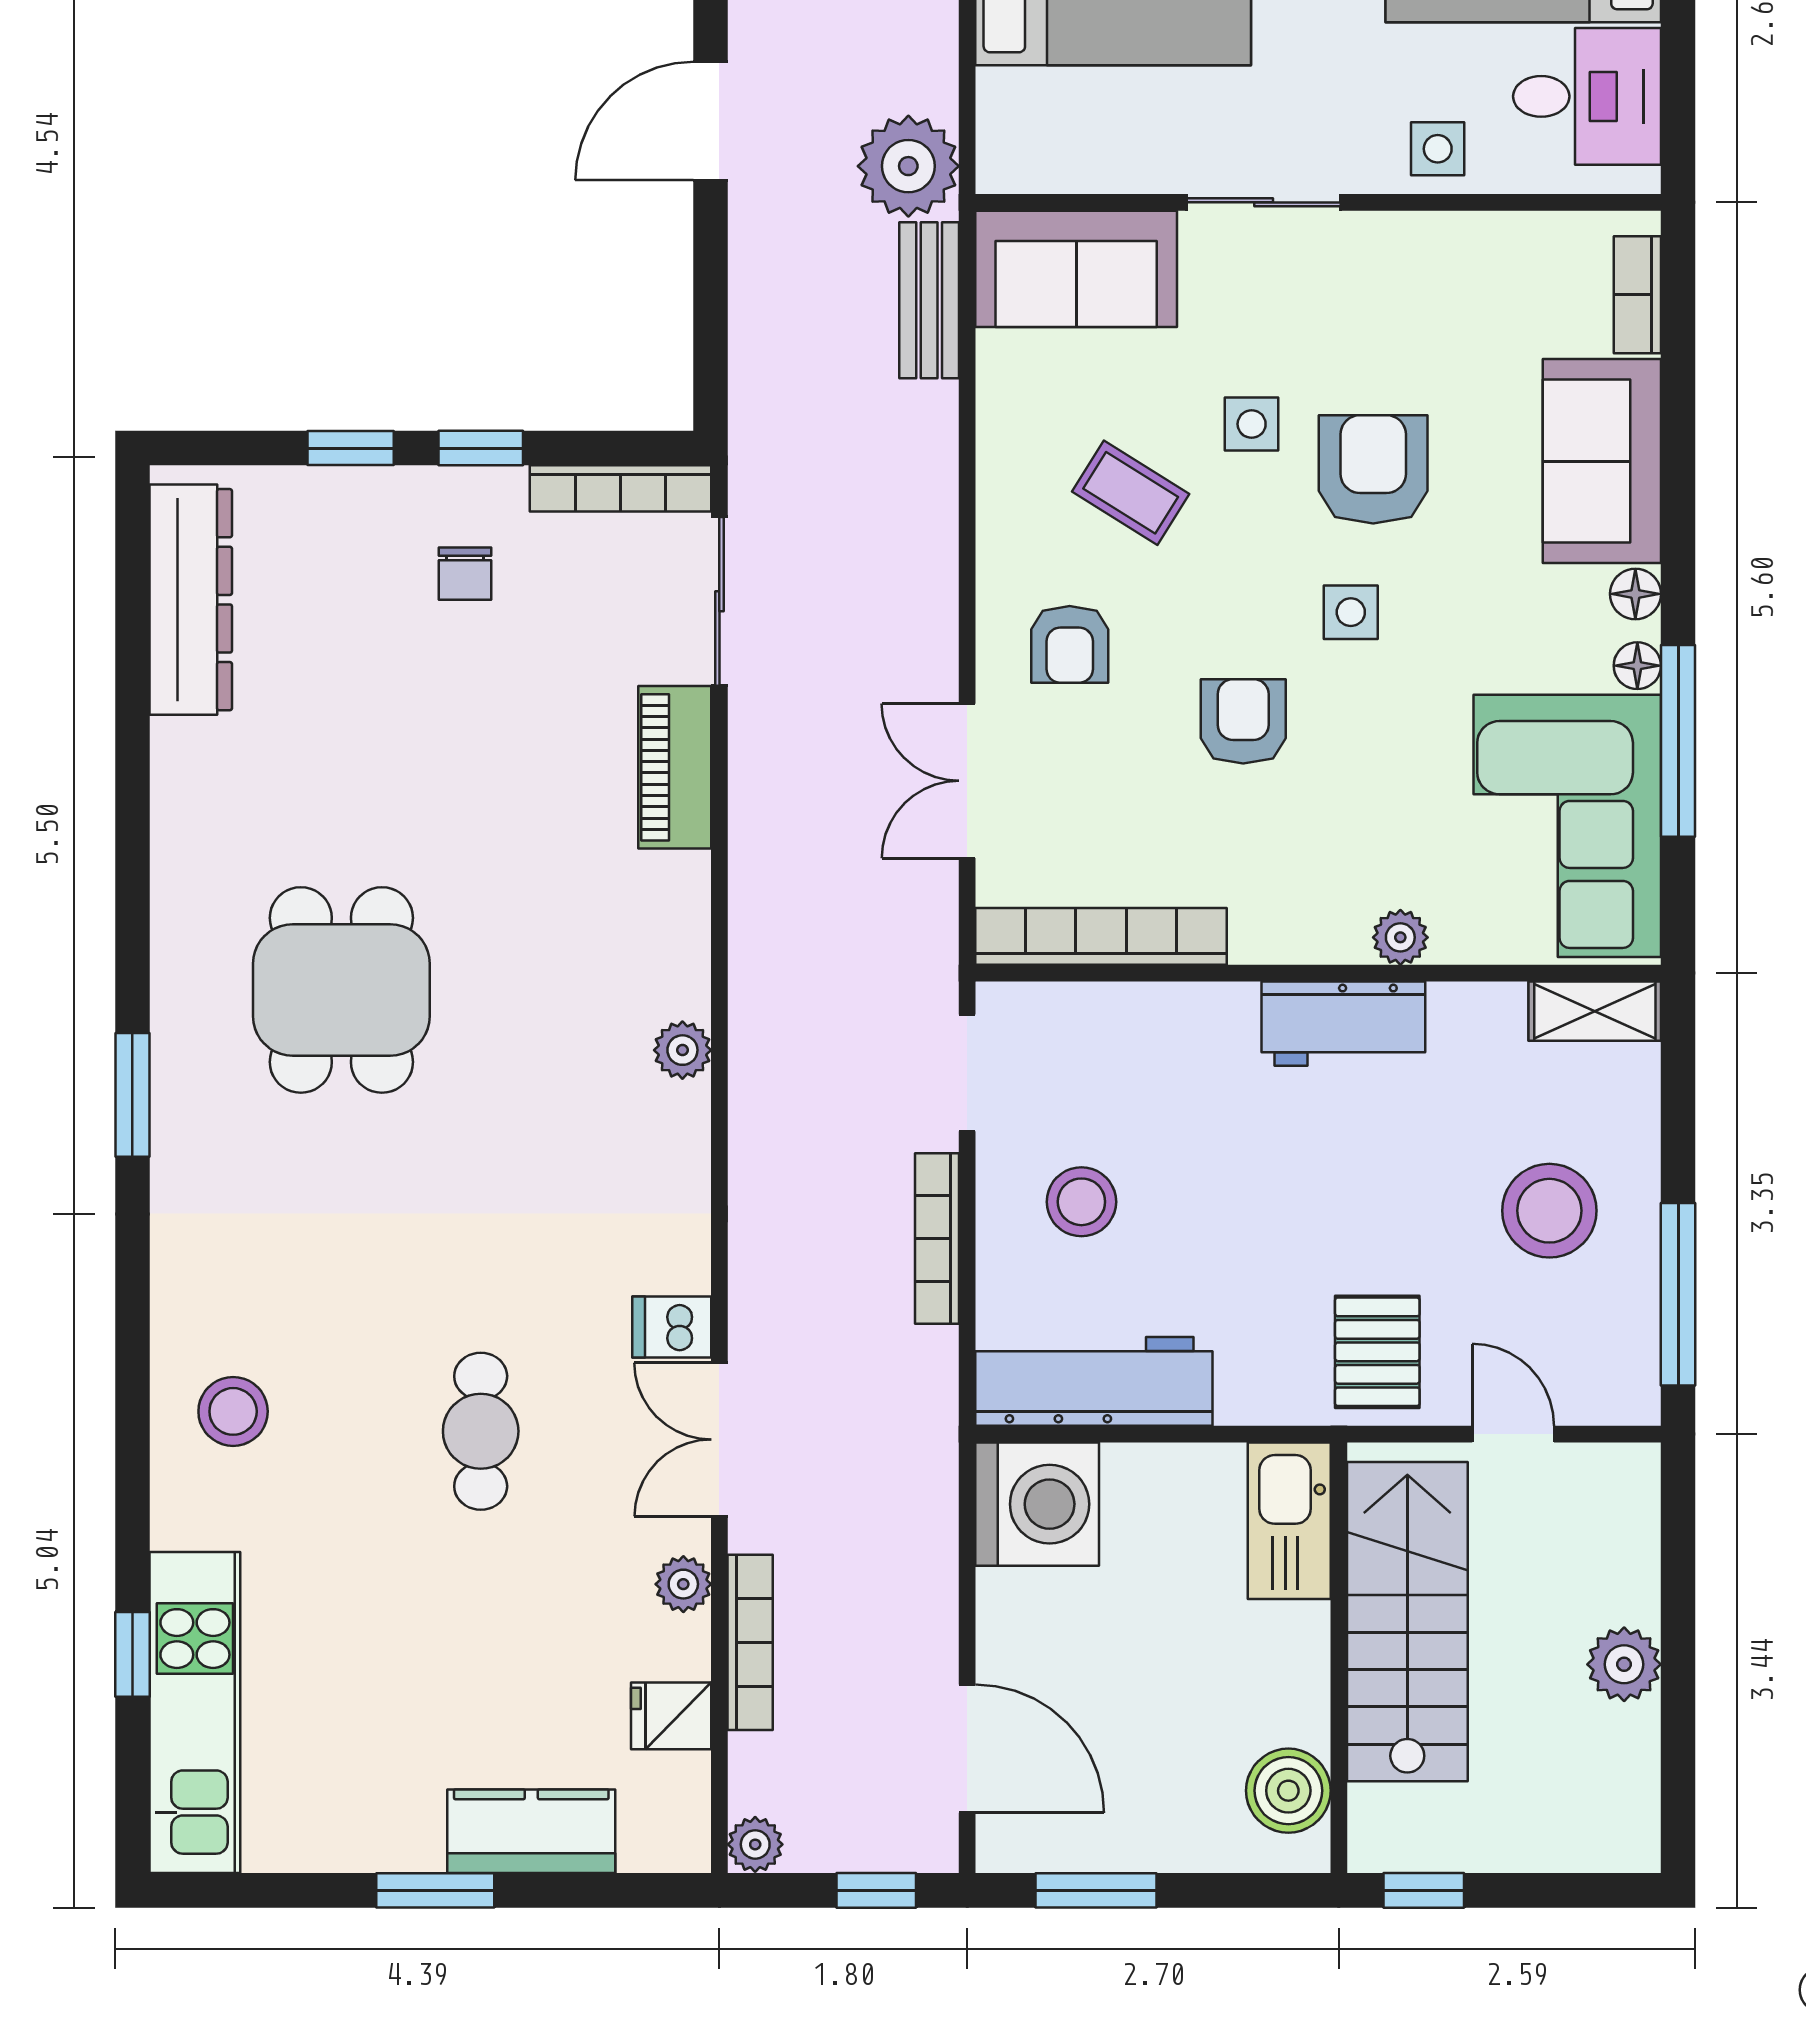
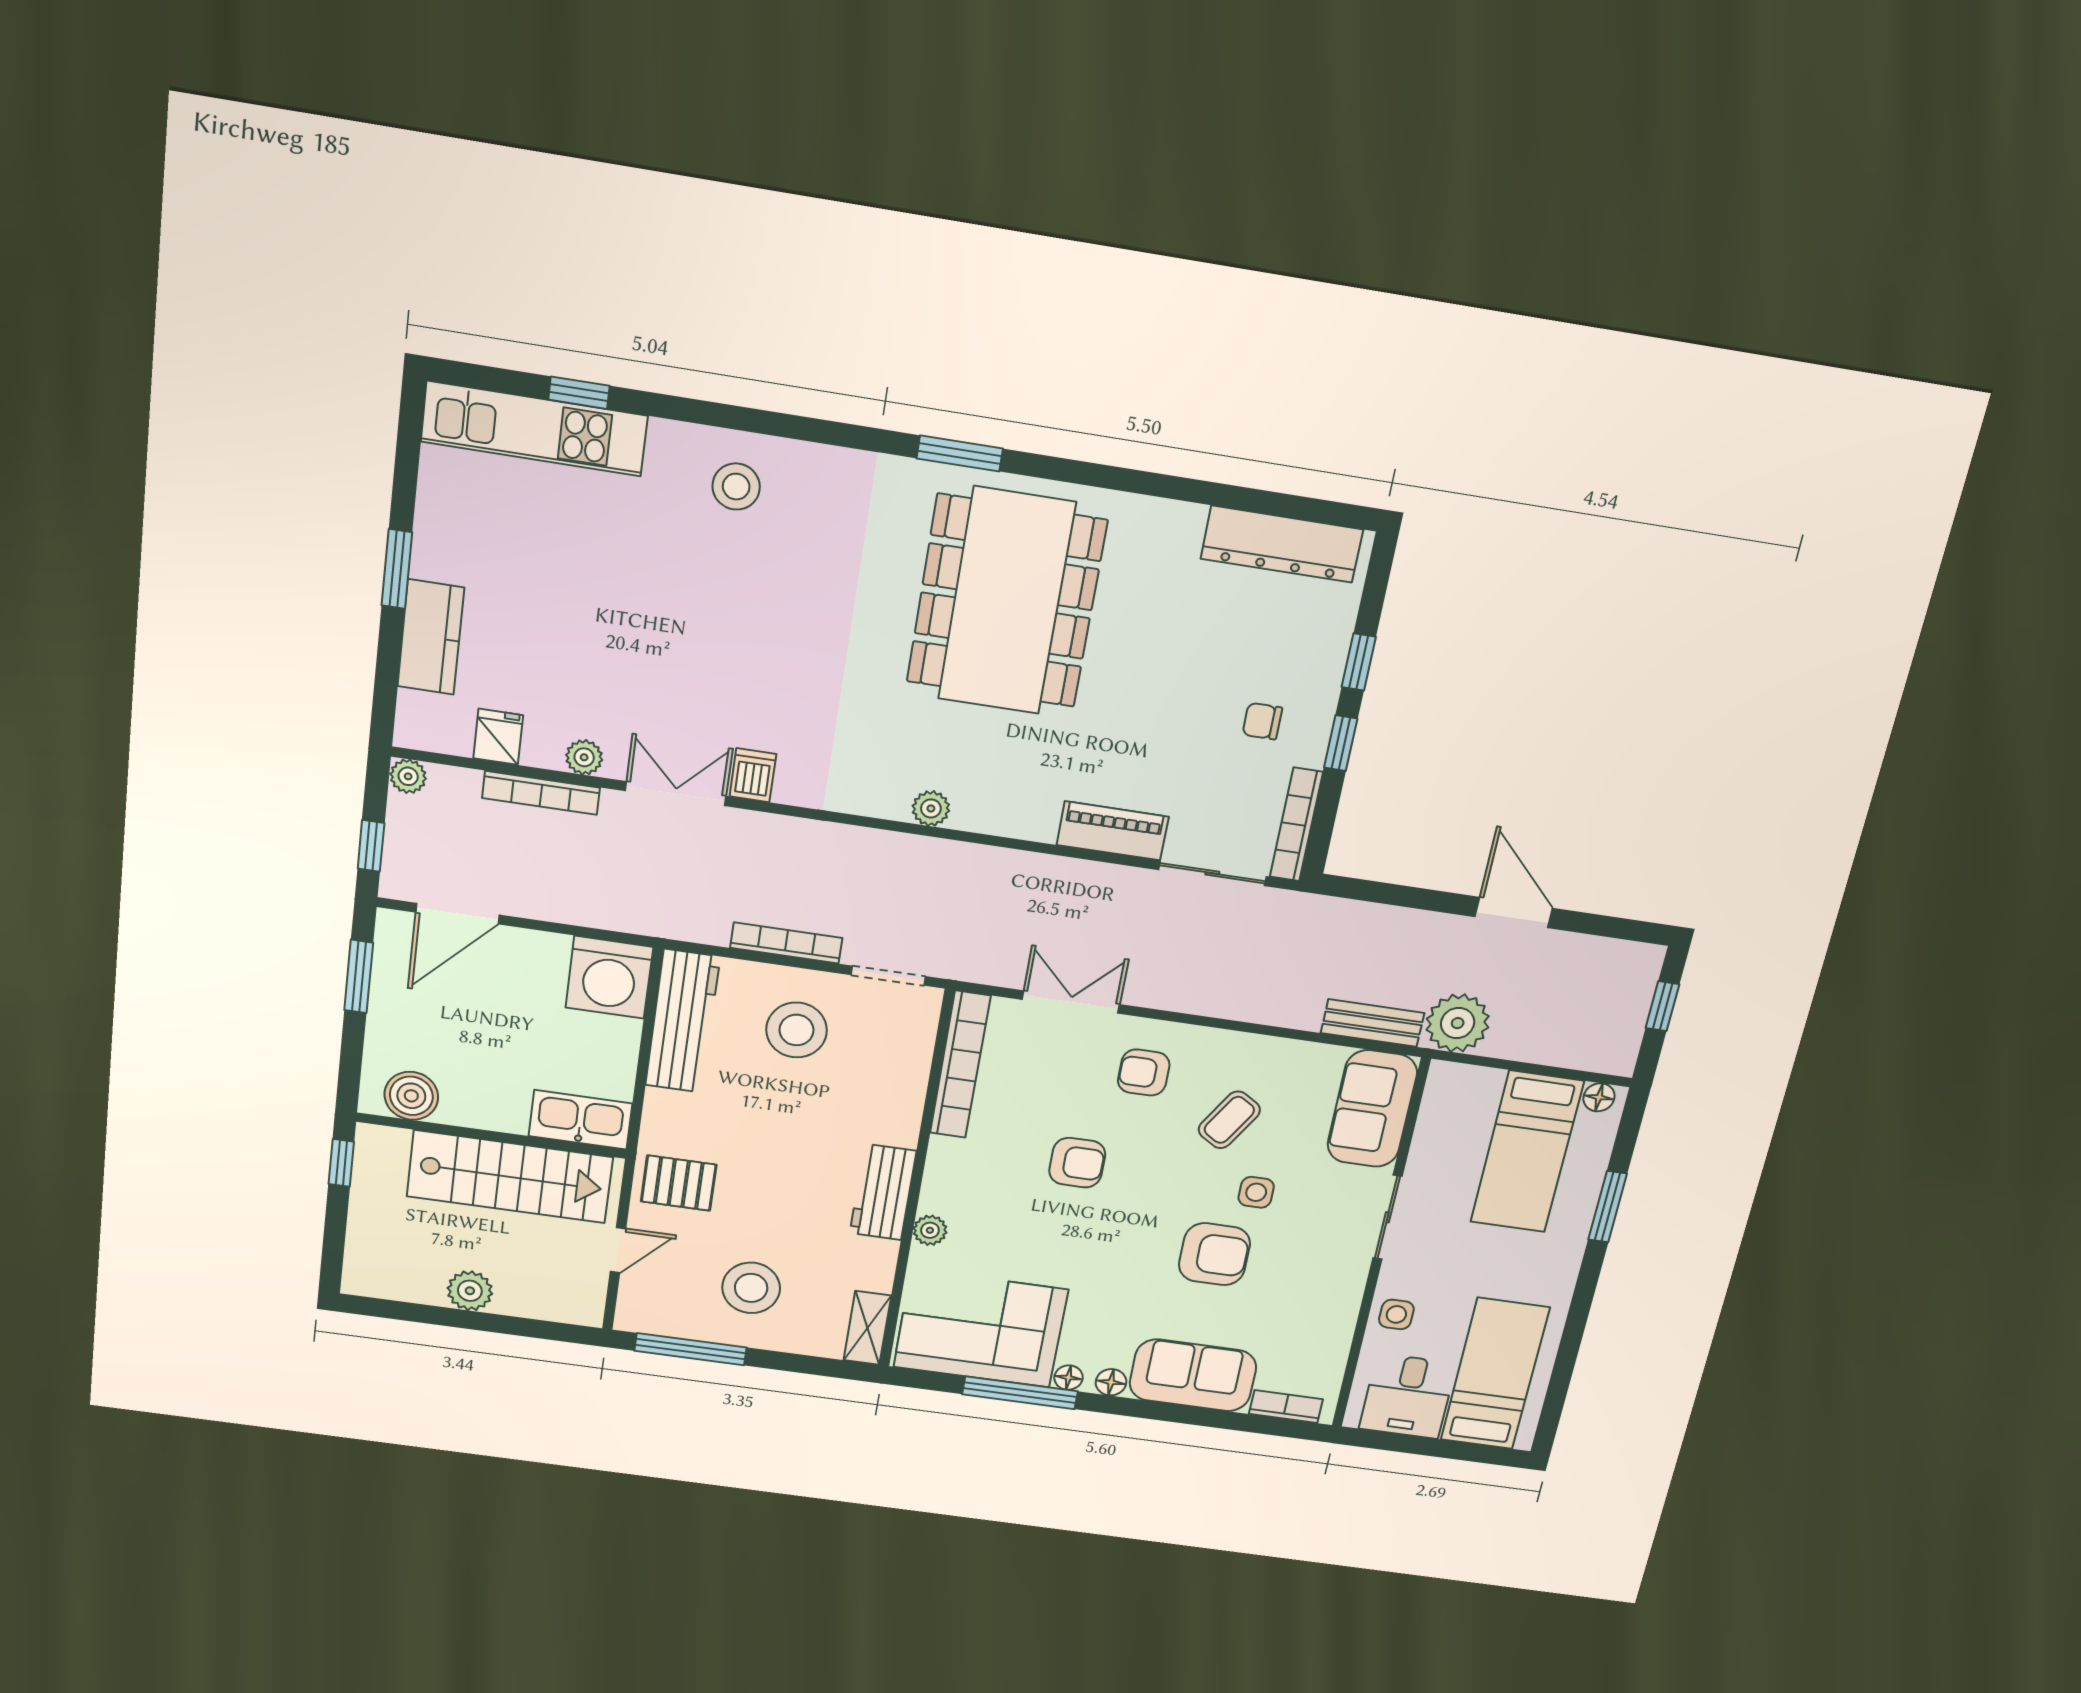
side table: (1351, 612) -> (1131, 1230), removed
dining table: (341, 990) -> (1006, 601), width x1.88, depth x1.24
stool: (1081, 1202) -> (797, 1030), width x1.38, depth x1.38
cafe table: (481, 1431) -> (701, 645), removed

